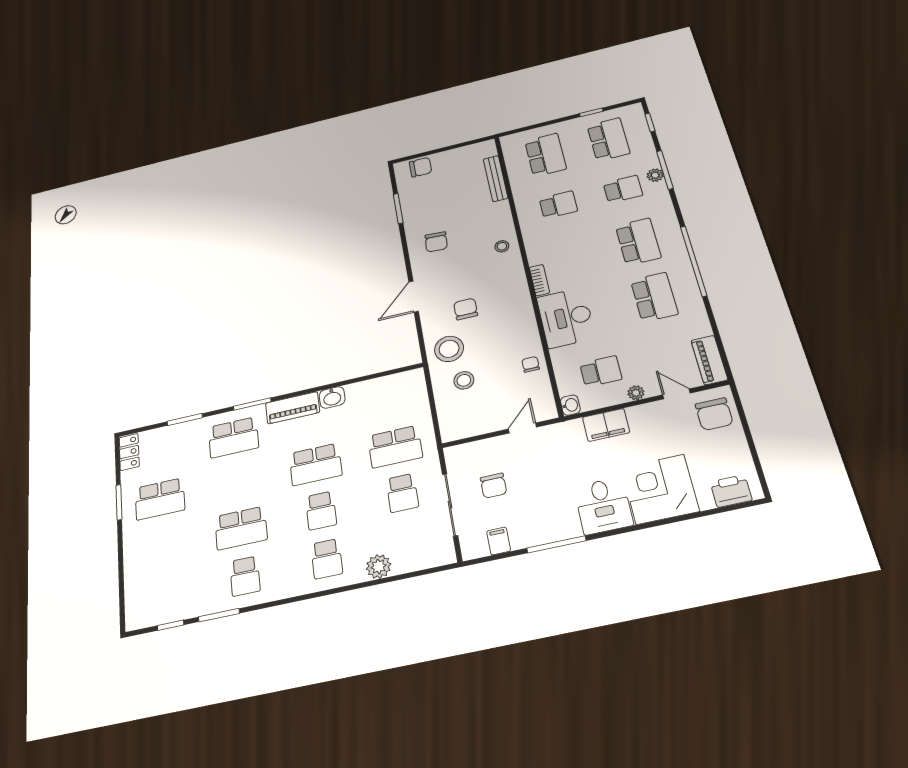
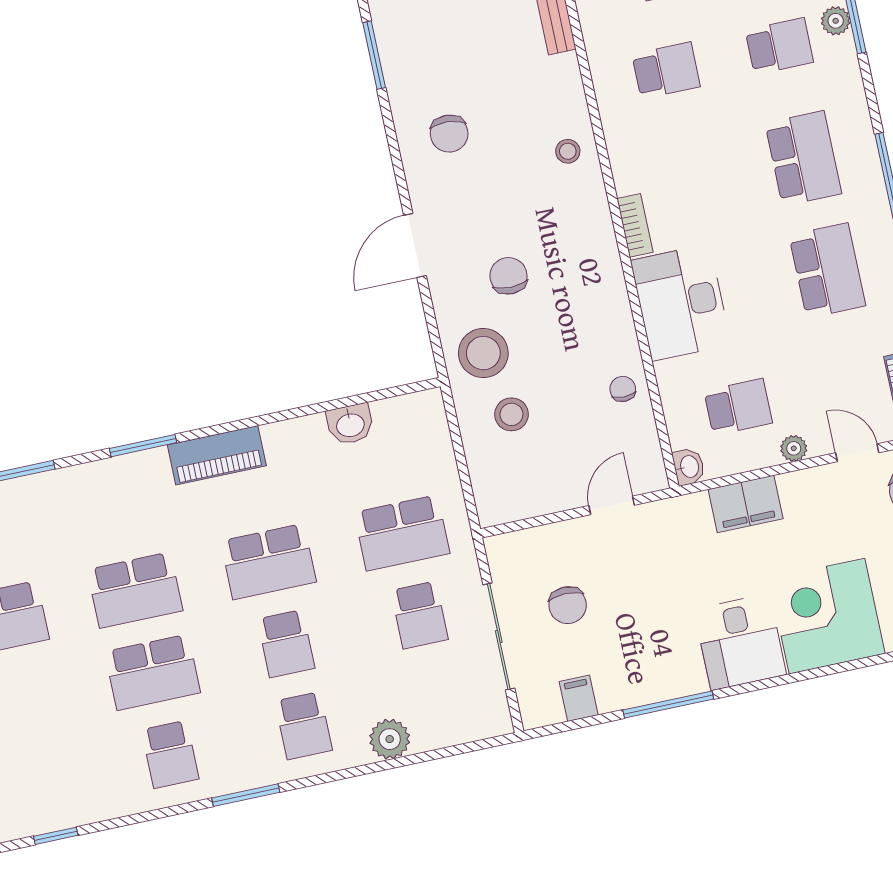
washbasin: (332, 397) -> (350, 424), moved
school desk: (233, 437) -> (135, 590), moved
window: (219, 615) -> (246, 795), moved

